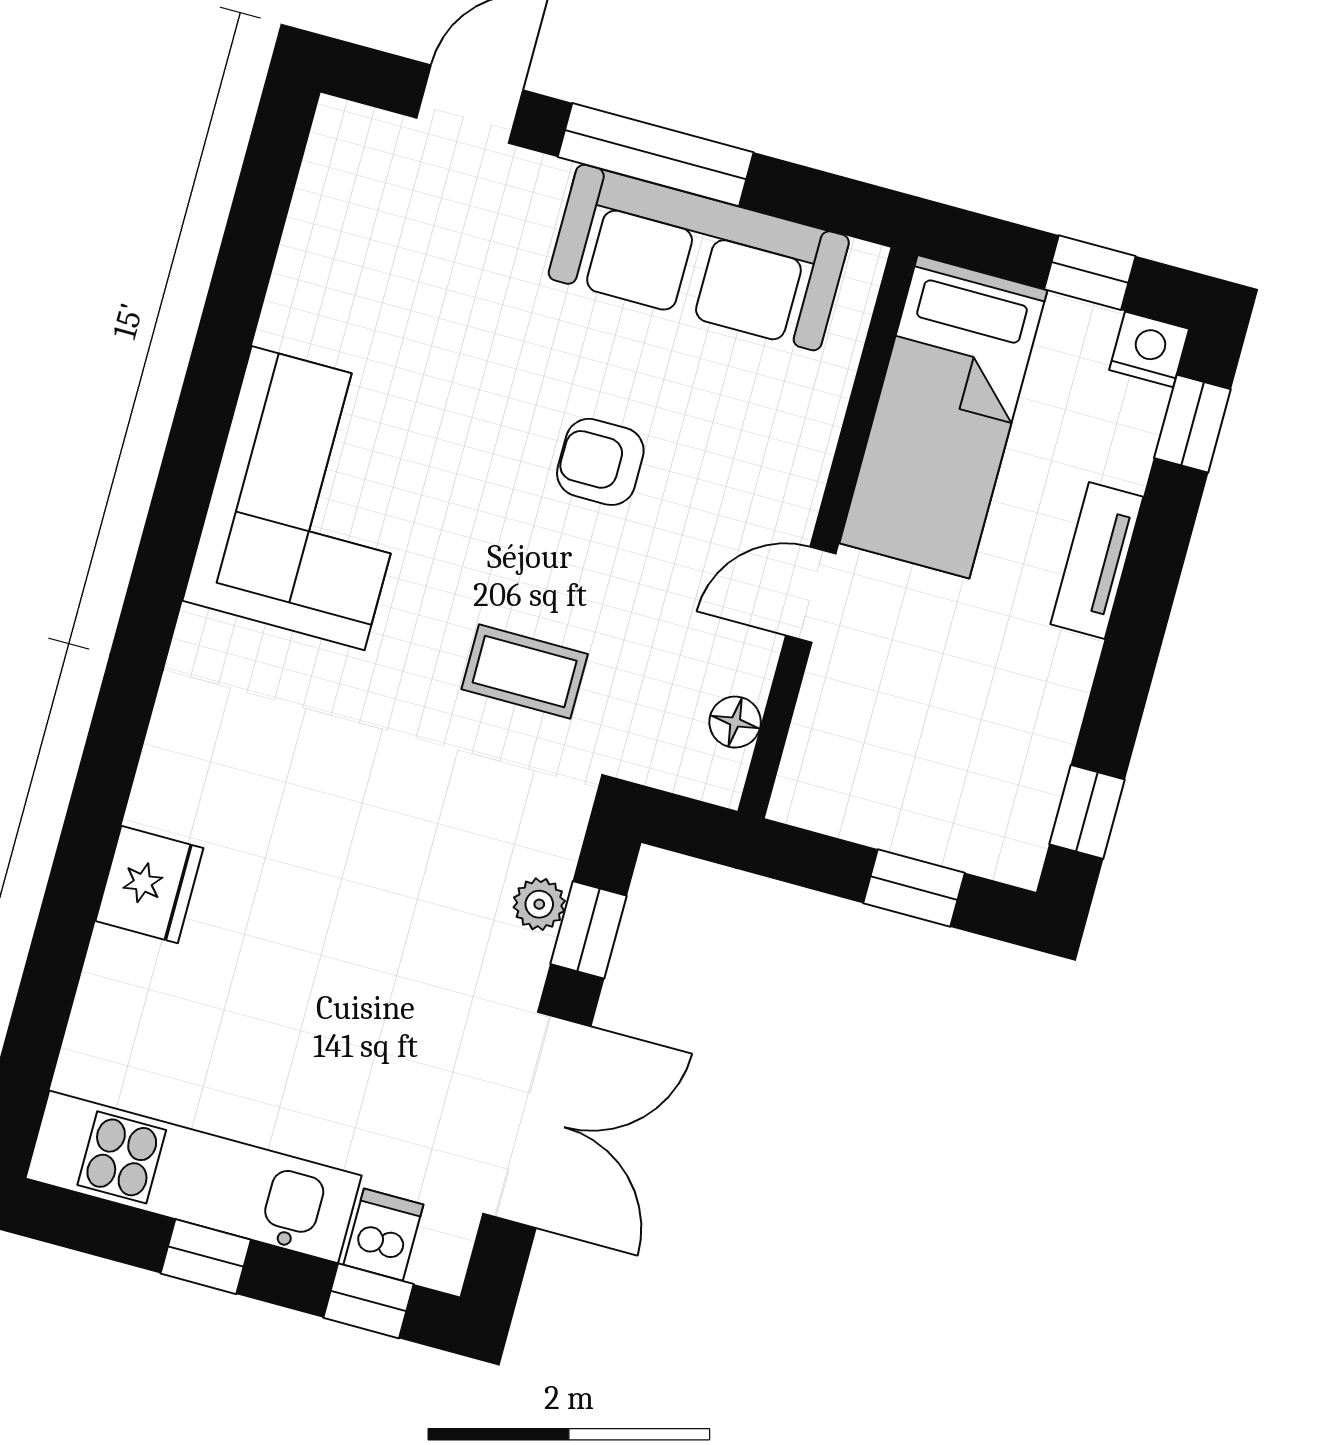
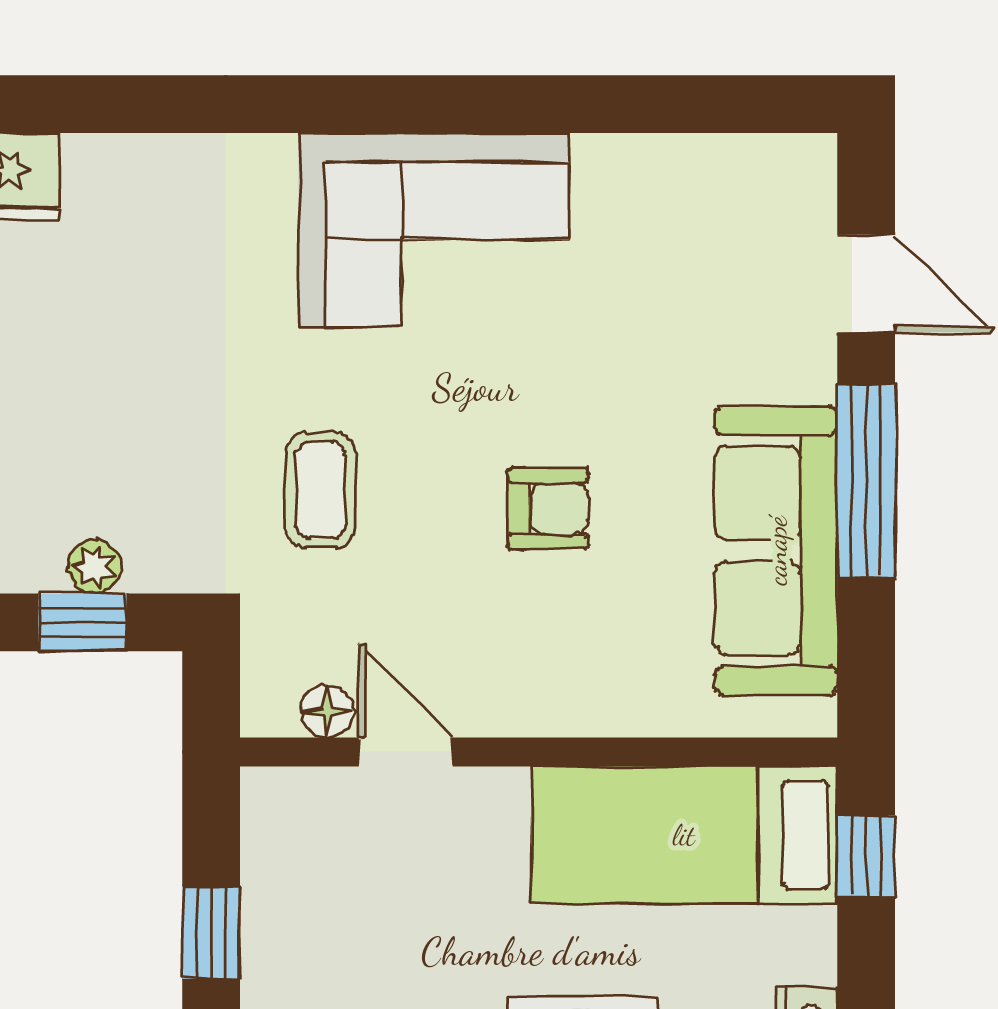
window: (1090, 273) -> (866, 856), moved
armchair: (600, 462) -> (548, 508), turned 90
door: (811, 595) -> (406, 752), moved

